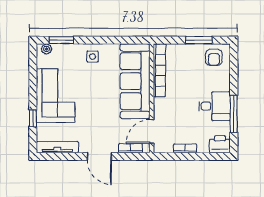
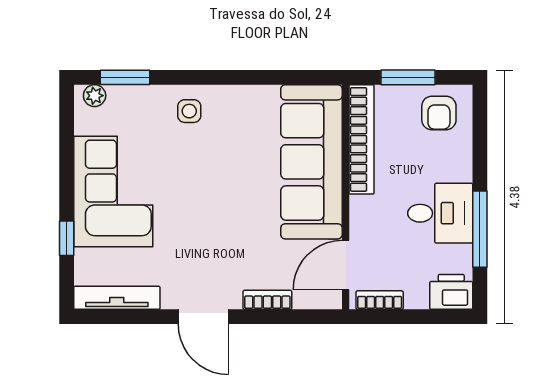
bookcase: (159, 70) -> (362, 139), moved
sofa: (135, 81) -> (311, 162), moved
wall: (152, 98) -> (346, 197), moved
door: (152, 131) -> (346, 265), moved

